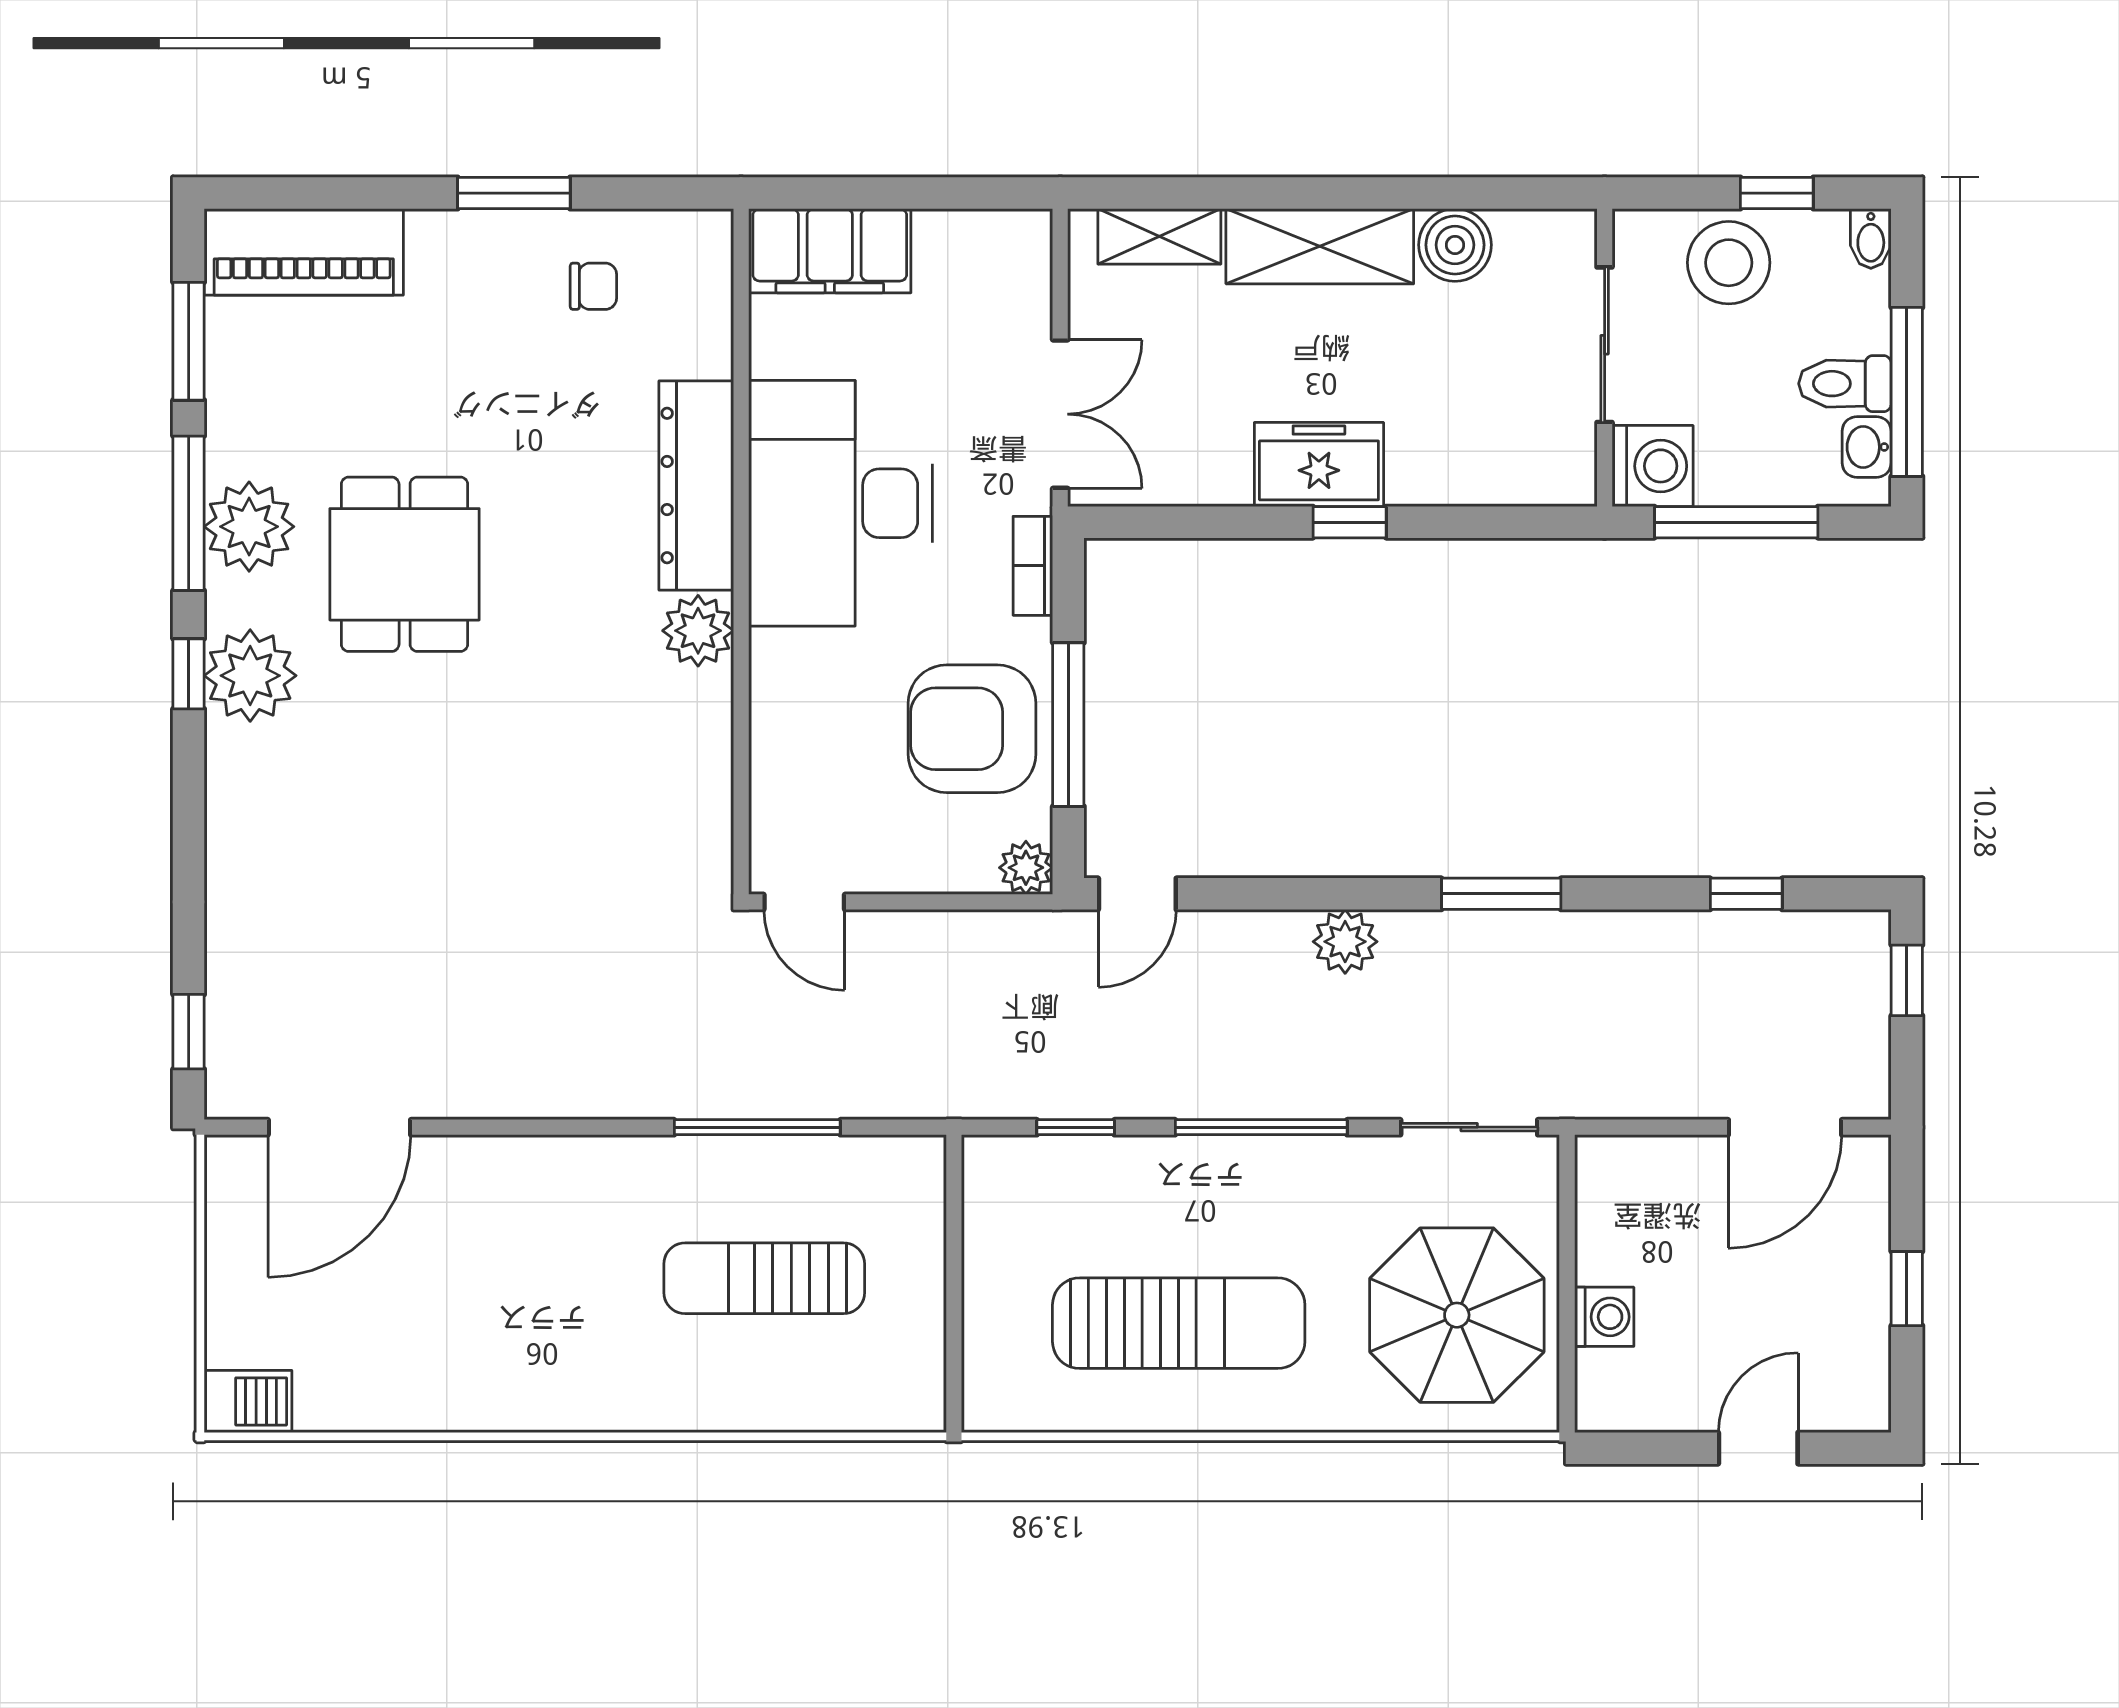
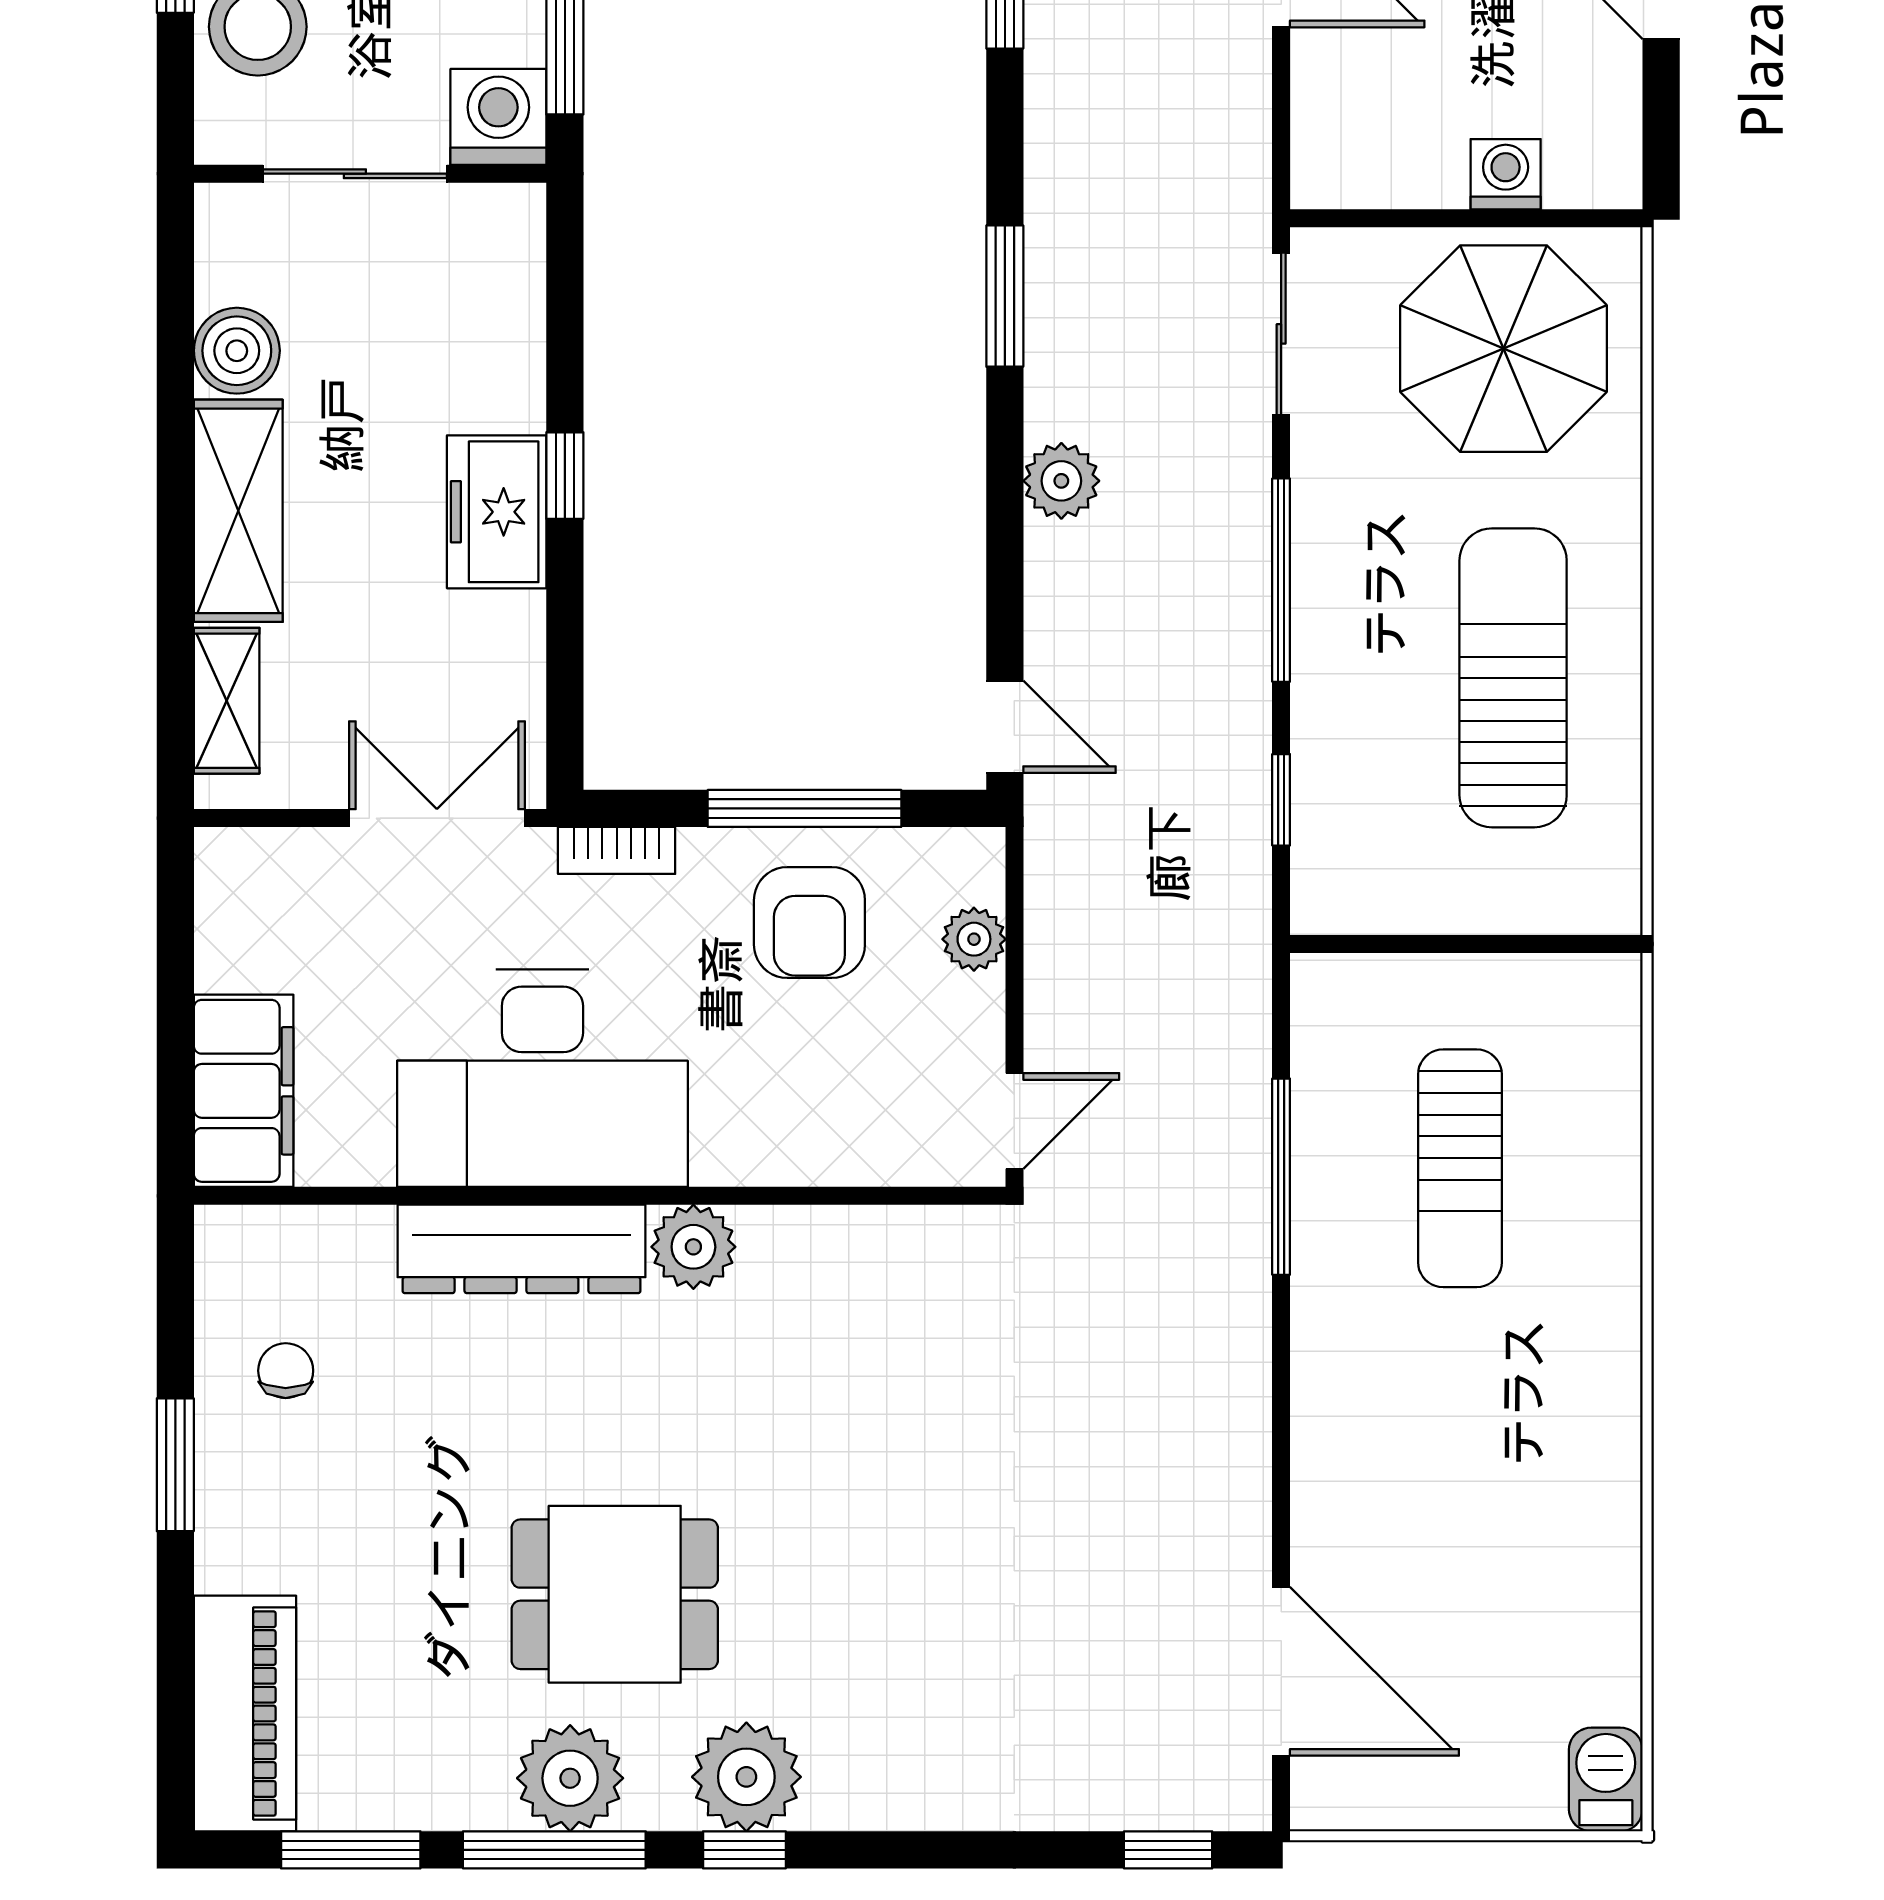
armchair: (972, 729) -> (809, 922), width x0.73, depth x0.73
plant: (1026, 868) -> (974, 939), moved

